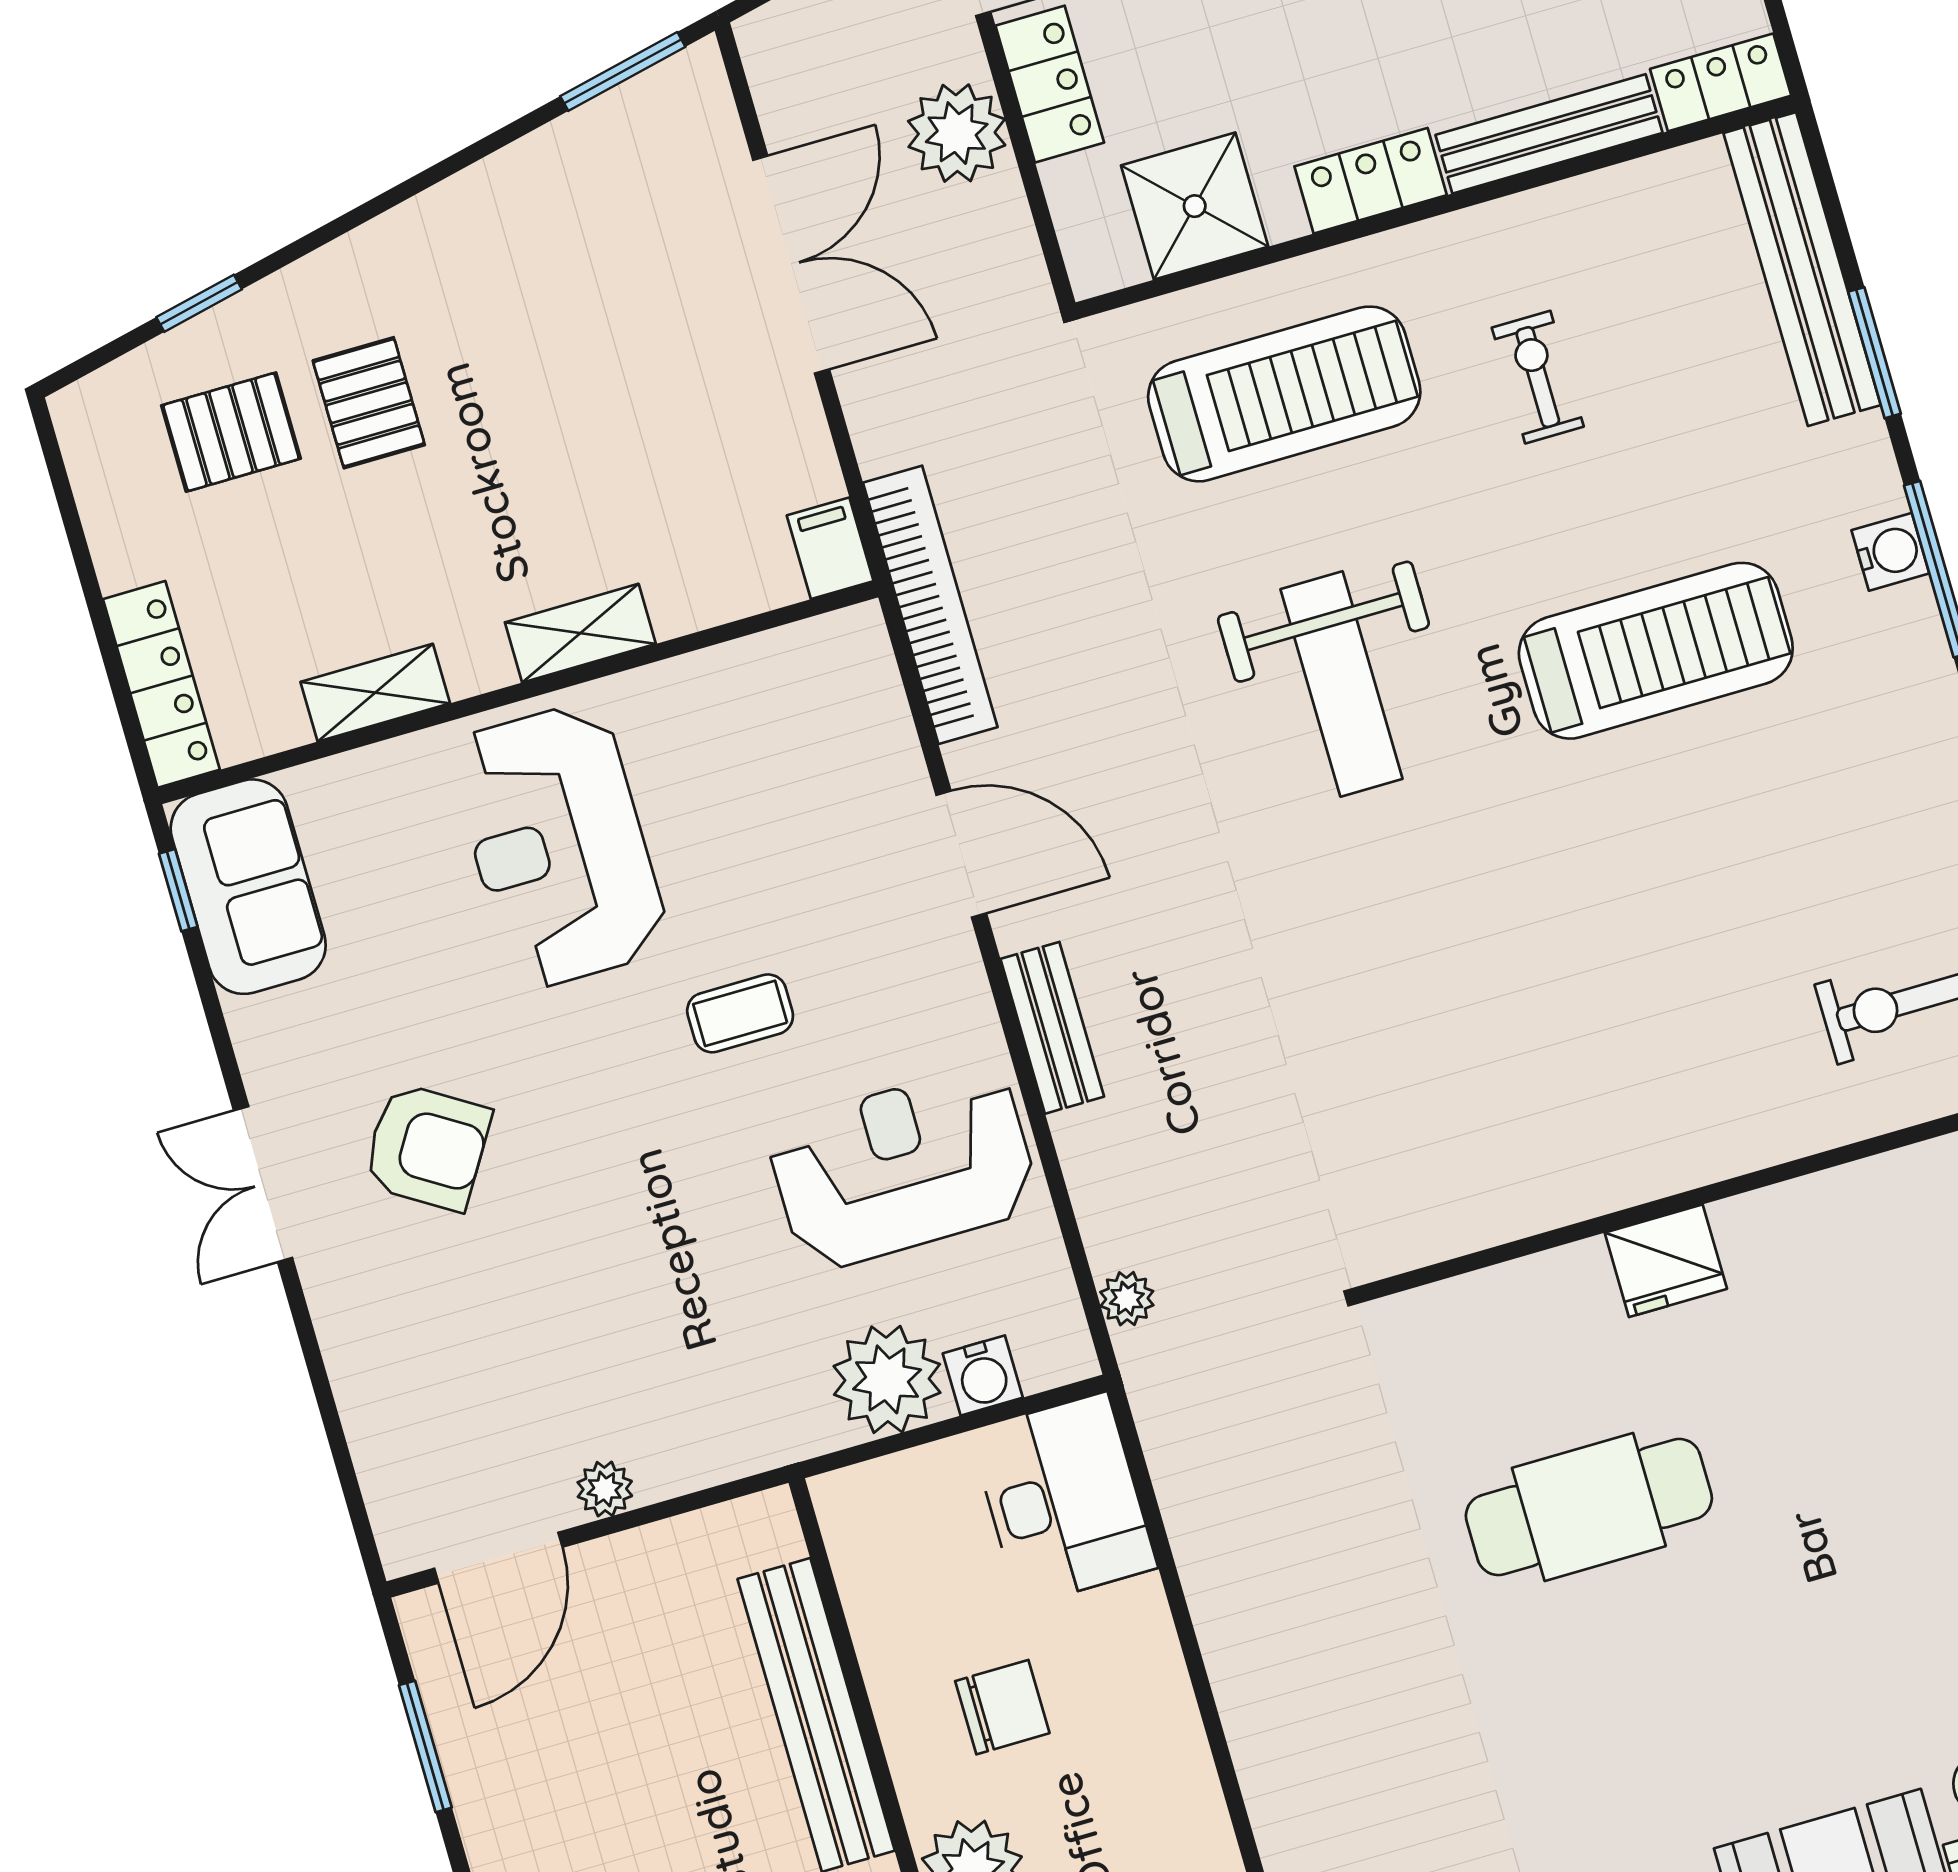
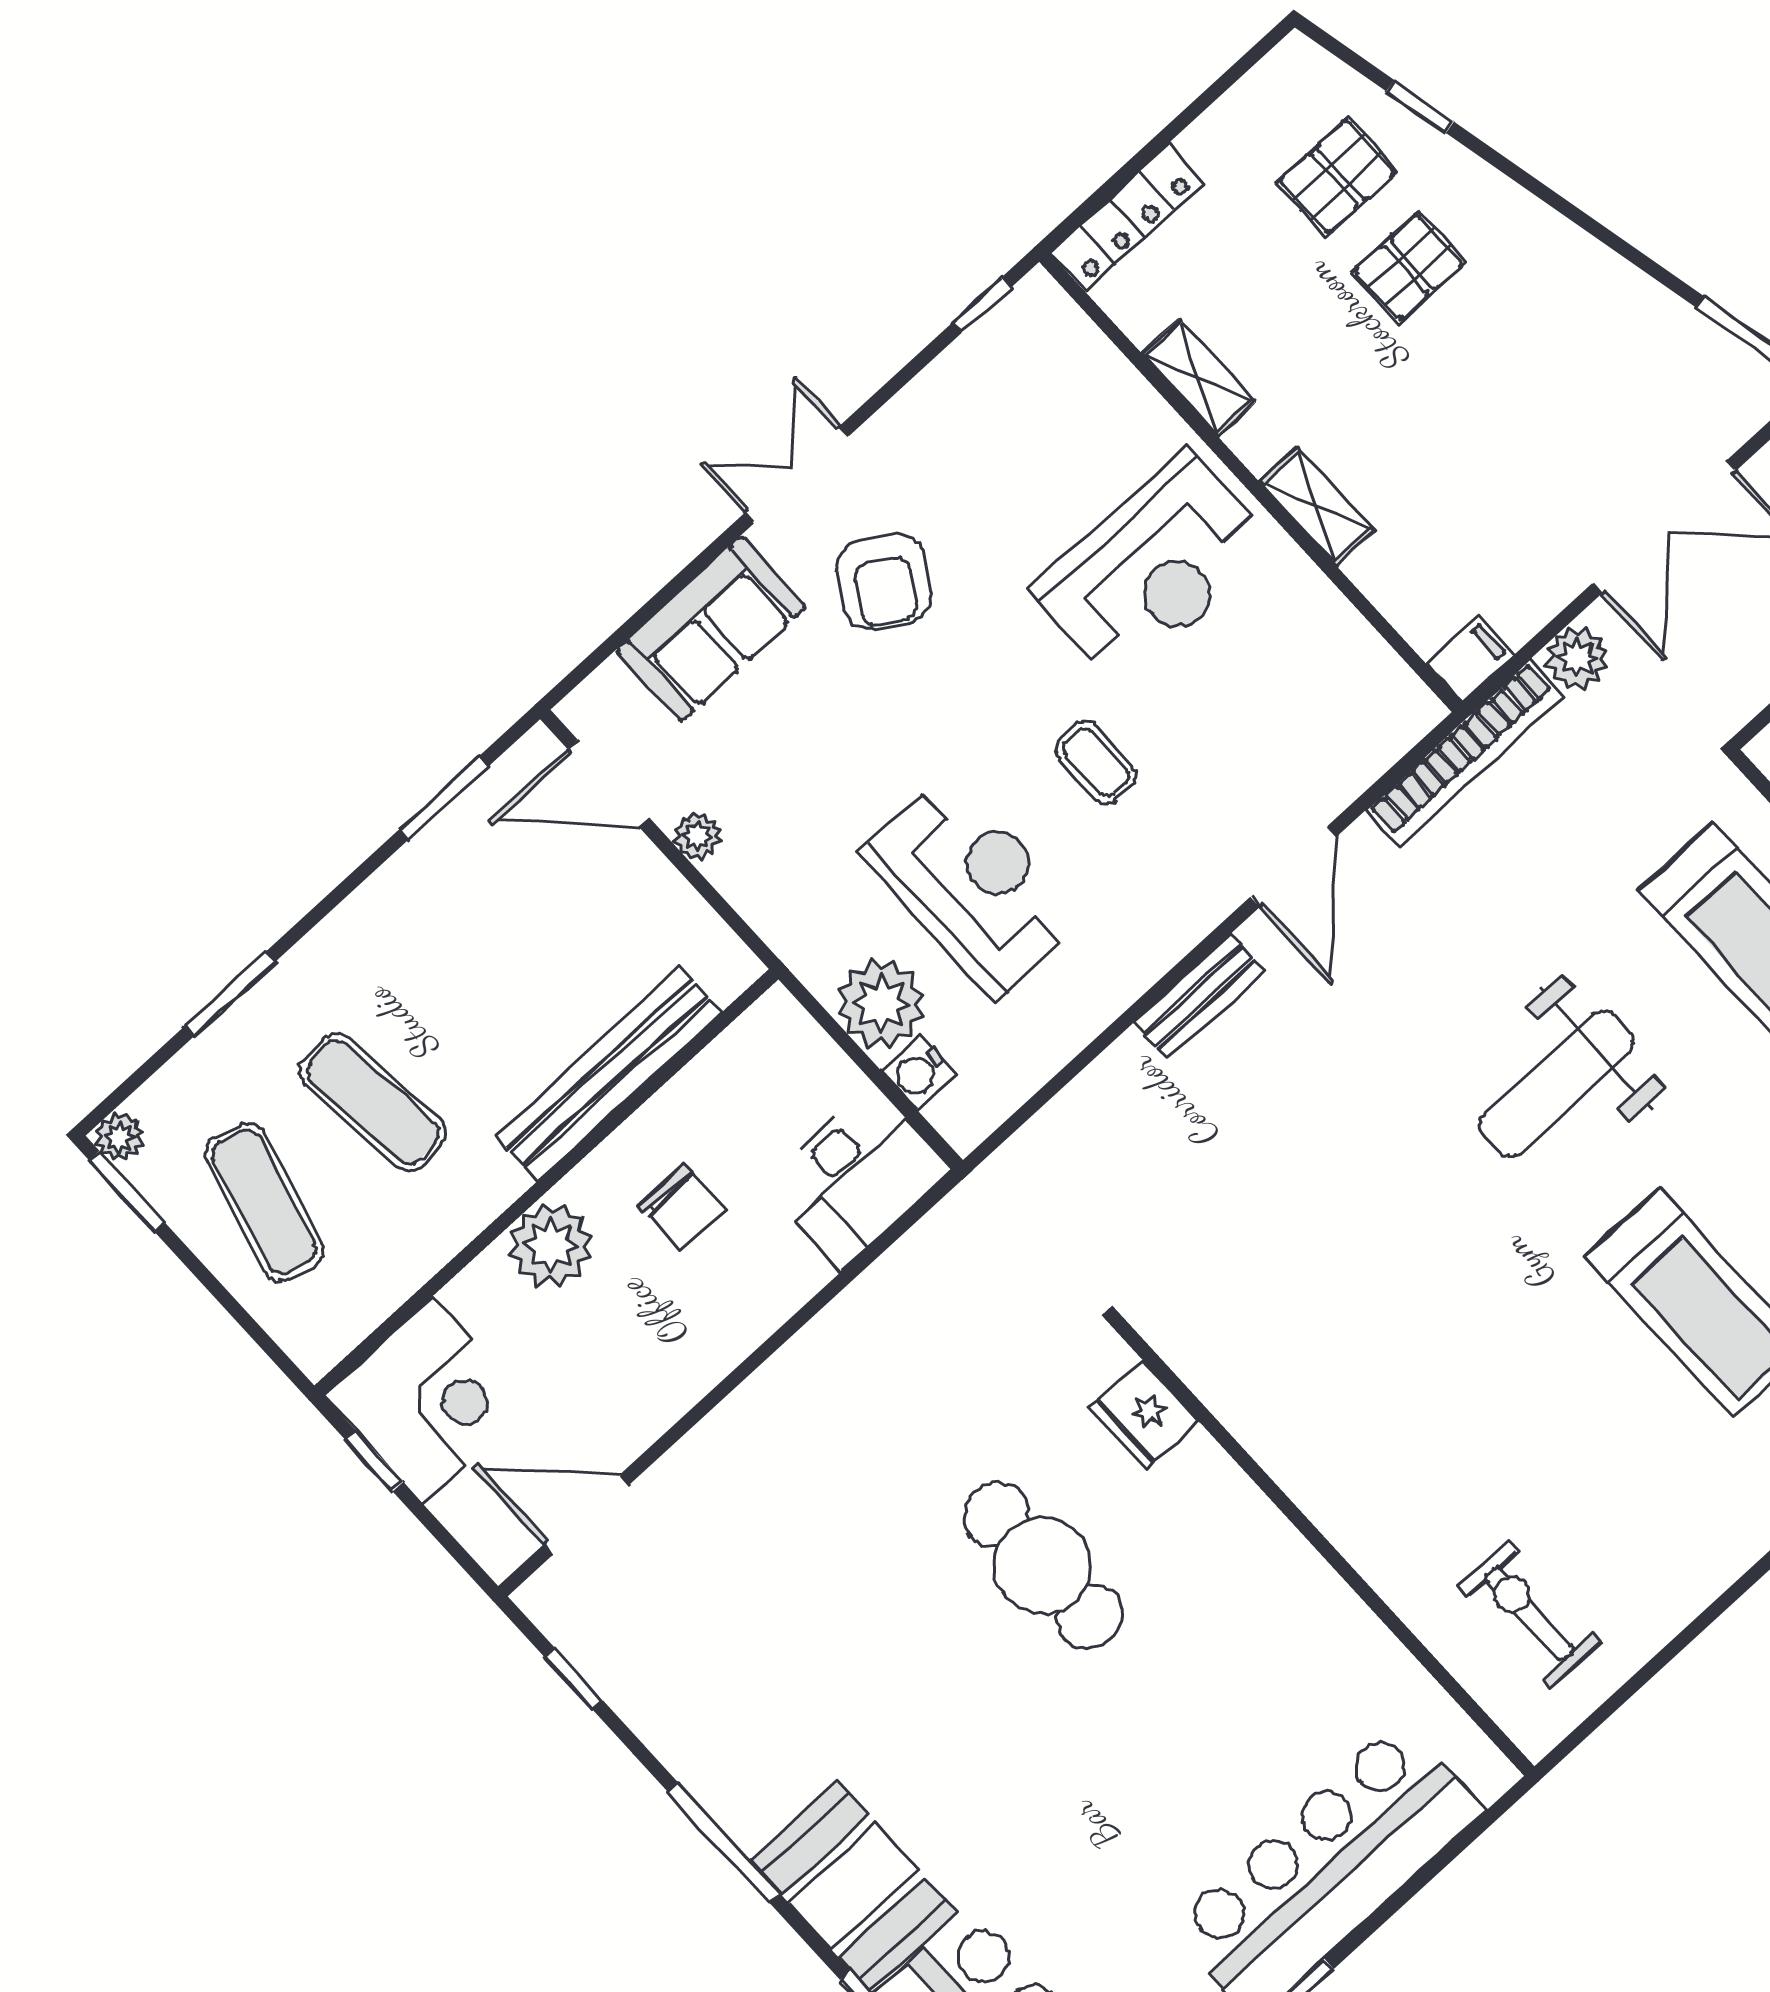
pallet: (231, 432) -> (1337, 177), turned 90
reception desk: (559, 846) -> (1153, 568), turned 180
sofa: (248, 887) -> (711, 629), moved
reception desk: (903, 1168) -> (973, 885), moved
fridge: (1666, 1261) -> (1144, 1415), moved
plant: (1127, 1299) -> (1577, 658), moved, width x1.38, depth x1.38

